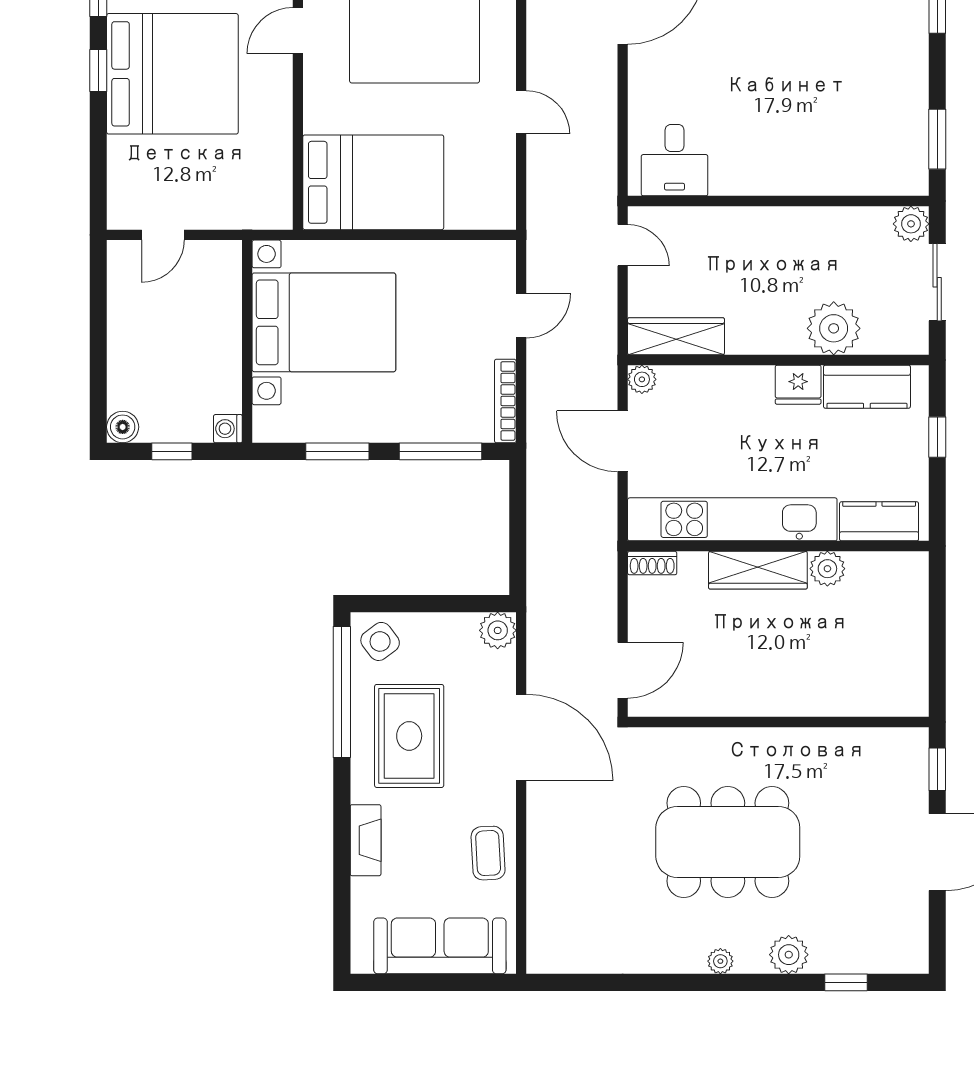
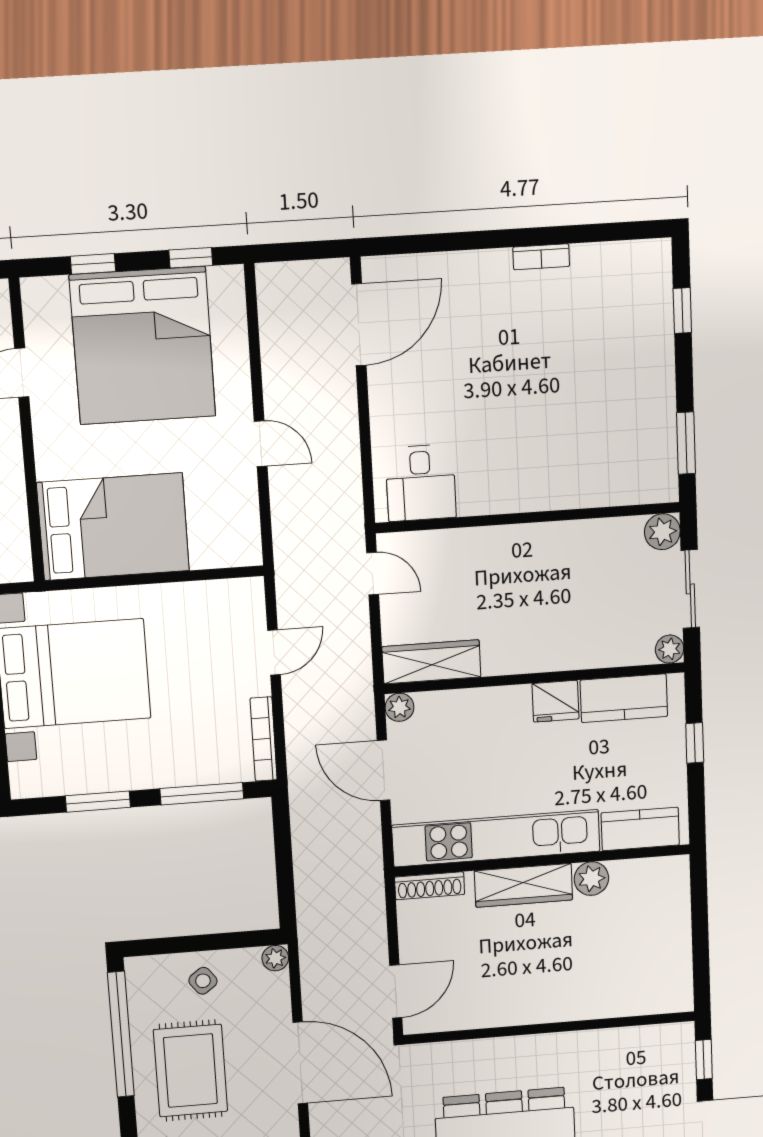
plant: (834, 328) -> (670, 649), moved, width x0.53, depth x0.53
shoe rack: (652, 563) -> (430, 886), width x1.43
plant: (498, 630) -> (275, 958), width x0.73, depth x0.73
side table: (380, 641) -> (203, 981), moved, width x0.73, depth x0.73

